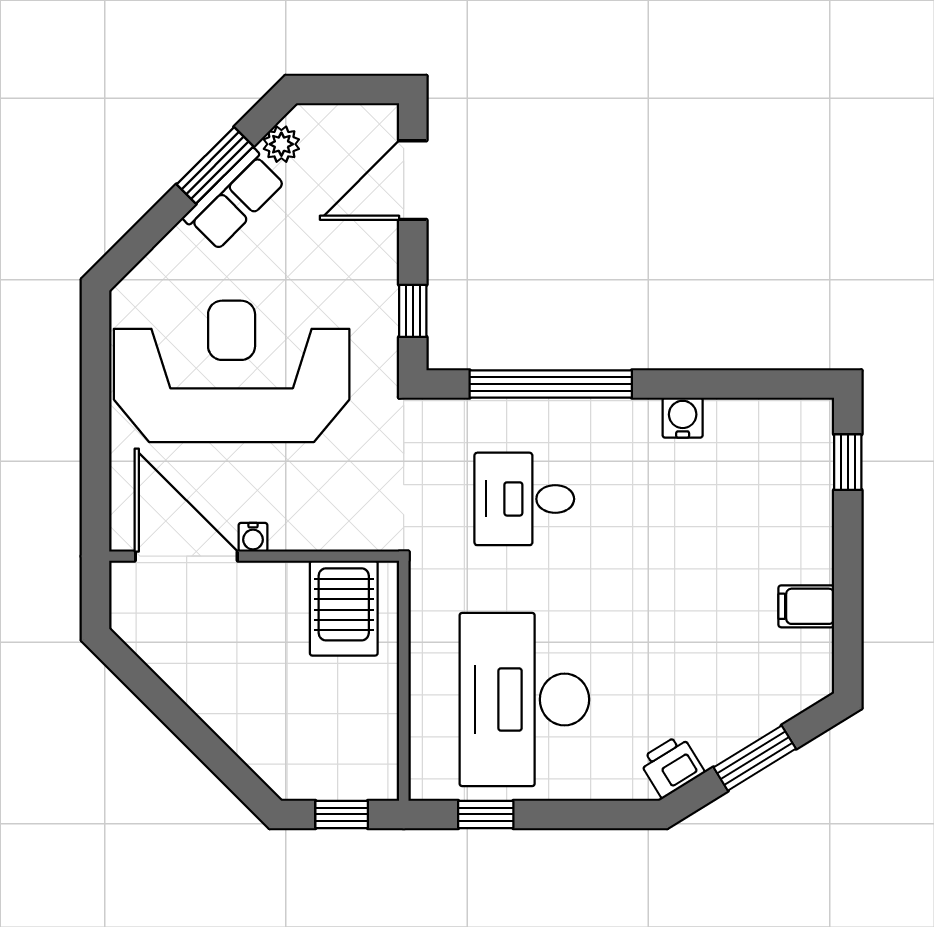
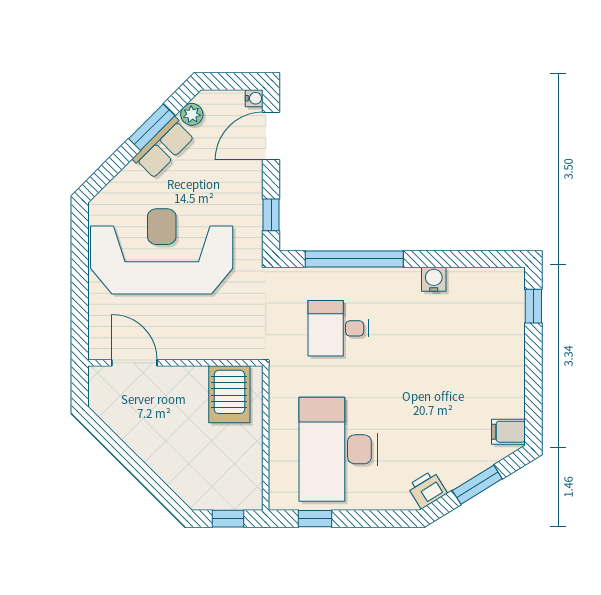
water cooler: (253, 537) -> (254, 98), moved, turned -90
door: (186, 556) -> (134, 363), width x0.73
filing cabinet: (806, 606) -> (508, 432), moved

